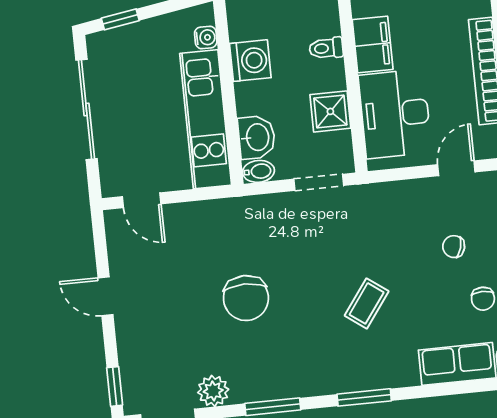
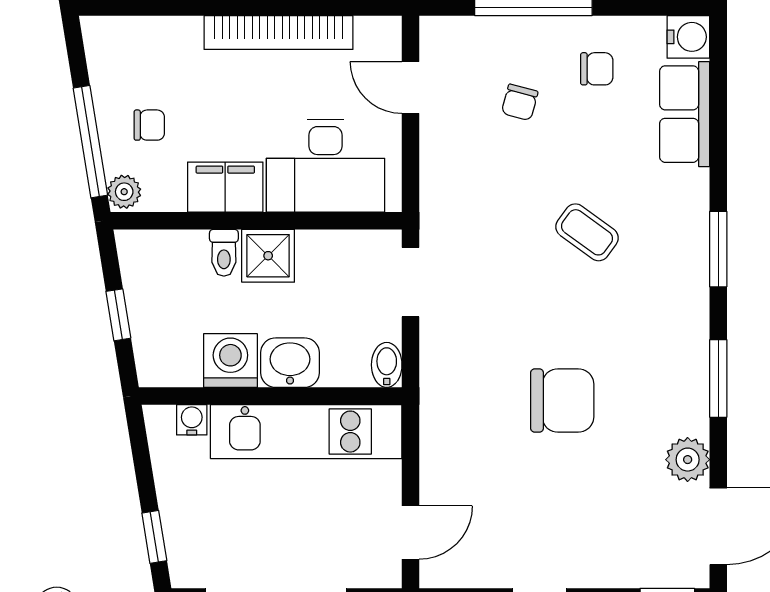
shower: (330, 111) -> (268, 256), moved
washbasin: (257, 137) -> (290, 363), moved

